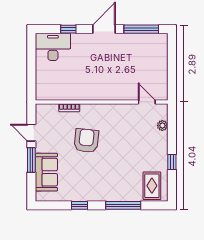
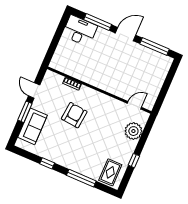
window: (68, 29) -> (98, 22), width x2.17
door: (147, 102) -> (134, 105), hinge flipped
plant: (162, 126) -> (133, 131), width x1.87, depth x1.87

